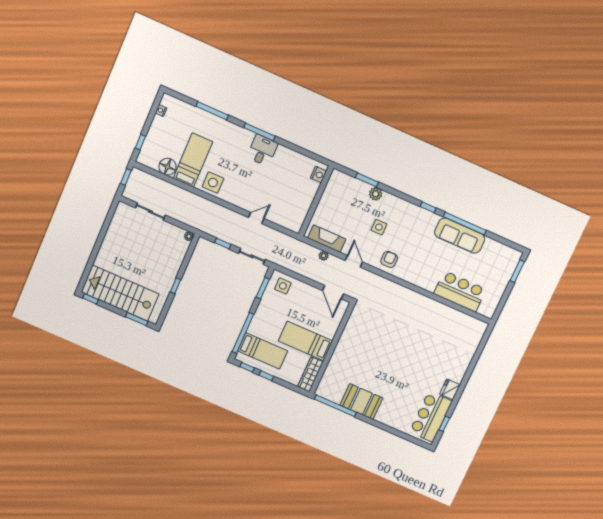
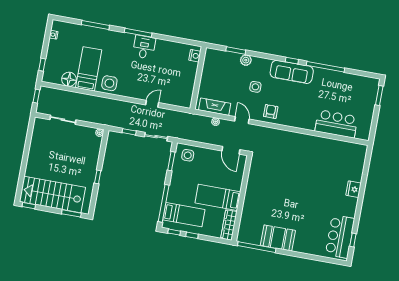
sofa: (460, 236) -> (292, 72), moved
fridge: (450, 389) -> (354, 189), moved

